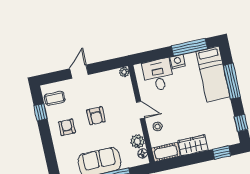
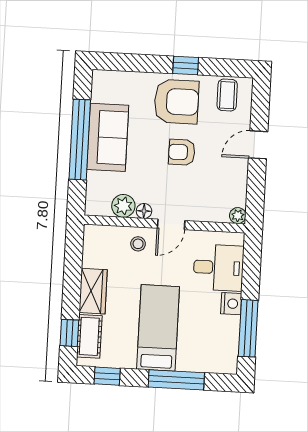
door: (79, 72) -> (258, 145), swing flipped
bed: (213, 74) -> (158, 328), moved, turned 90
window: (41, 112) -> (186, 66), moved
armchair: (67, 127) -> (176, 102), width x1.88, depth x1.88
cot: (166, 152) -> (89, 336), moved
floor lamp: (143, 153) -> (144, 211), moved

